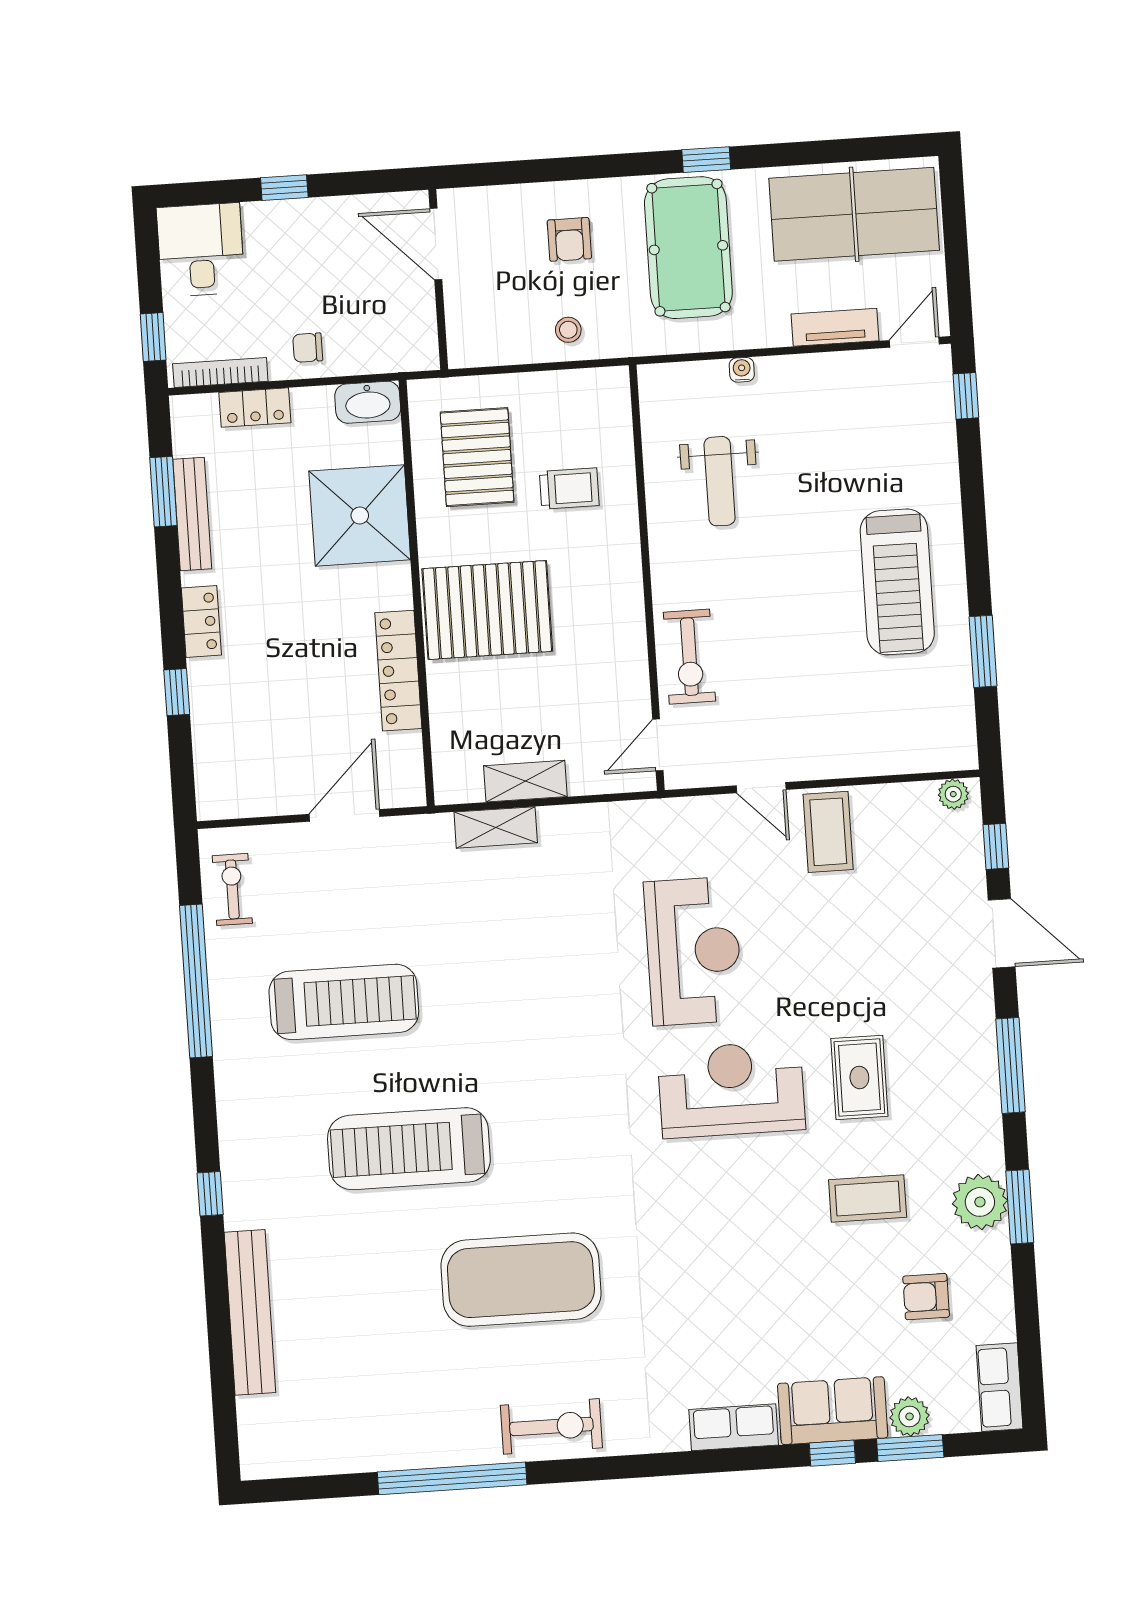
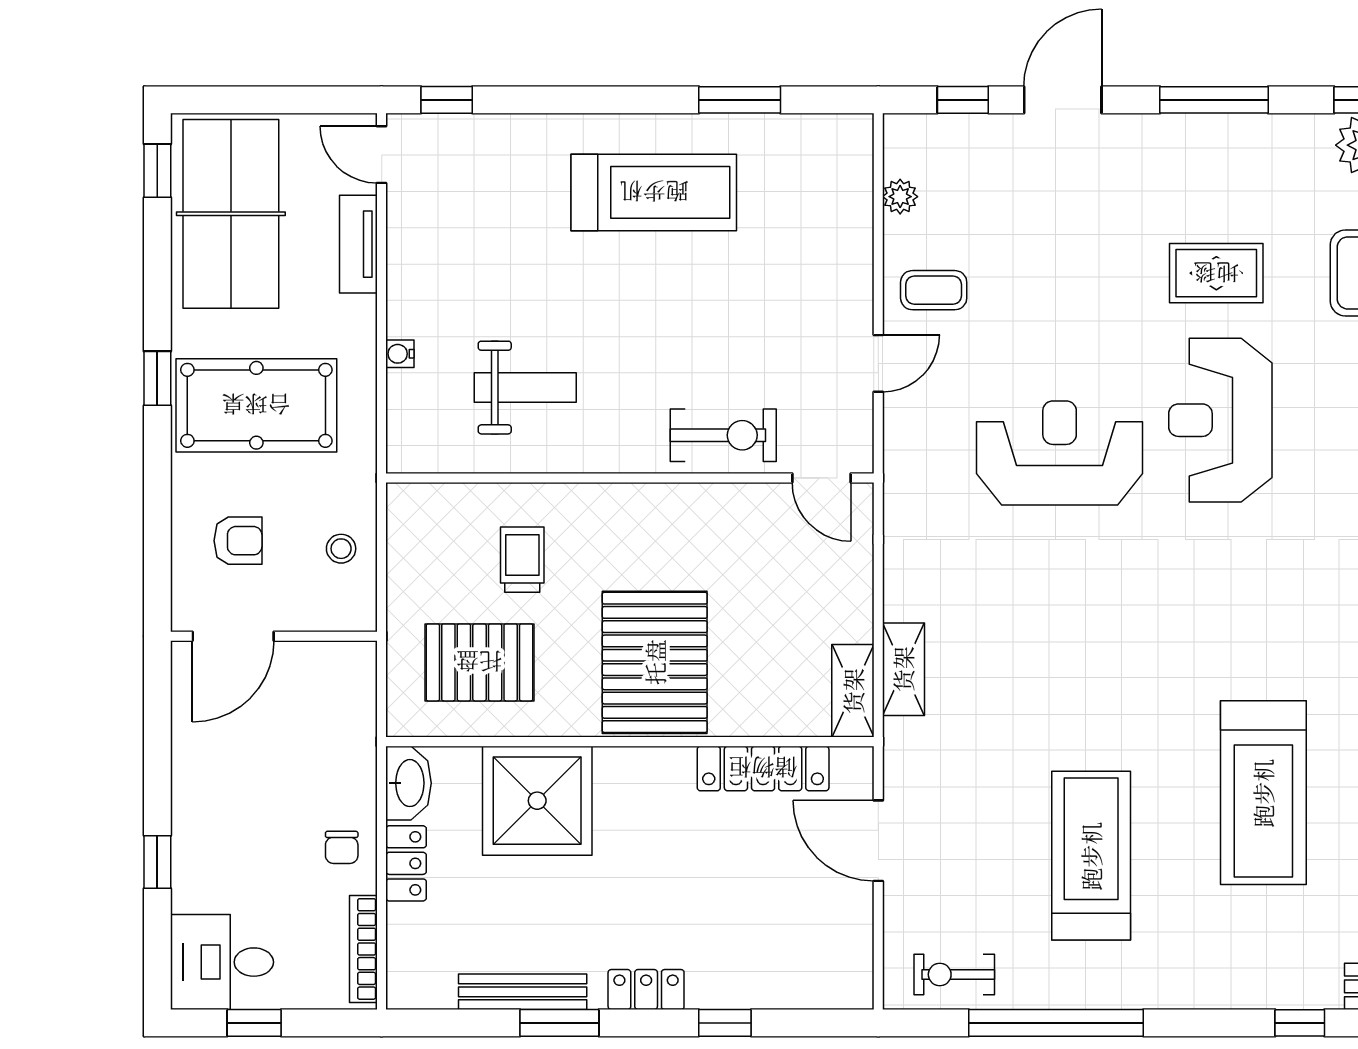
window: (887, 148) -> (157, 171), added
door: (436, 244) -> (233, 636), moved
wall: (438, 280) -> (274, 636), moved
window: (153, 337) -> (254, 1023), moved
locker: (255, 408) -> (406, 863), moved
window: (163, 492) -> (559, 1023), moved
locker: (398, 671) -> (763, 768), moved
shelving: (525, 781) -> (853, 691), moved
plant: (953, 794) -> (900, 197), moved
coffee table: (828, 832) -> (934, 290), width x0.73, depth x0.77

